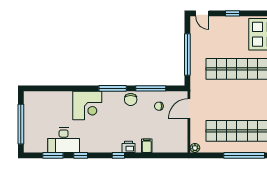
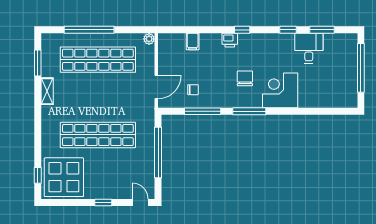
chair: (131, 100) -> (245, 78), moved
desk: (64, 140) -> (309, 48), width x0.73
filing cabinet: (147, 146) -> (193, 42), moved

